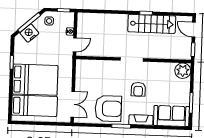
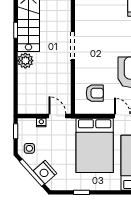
plant: (121, 20) -> (25, 61), added
bed: (35, 80) -> (95, 145), moved, turned 180
armchair: (138, 89) -> (95, 93), moved

